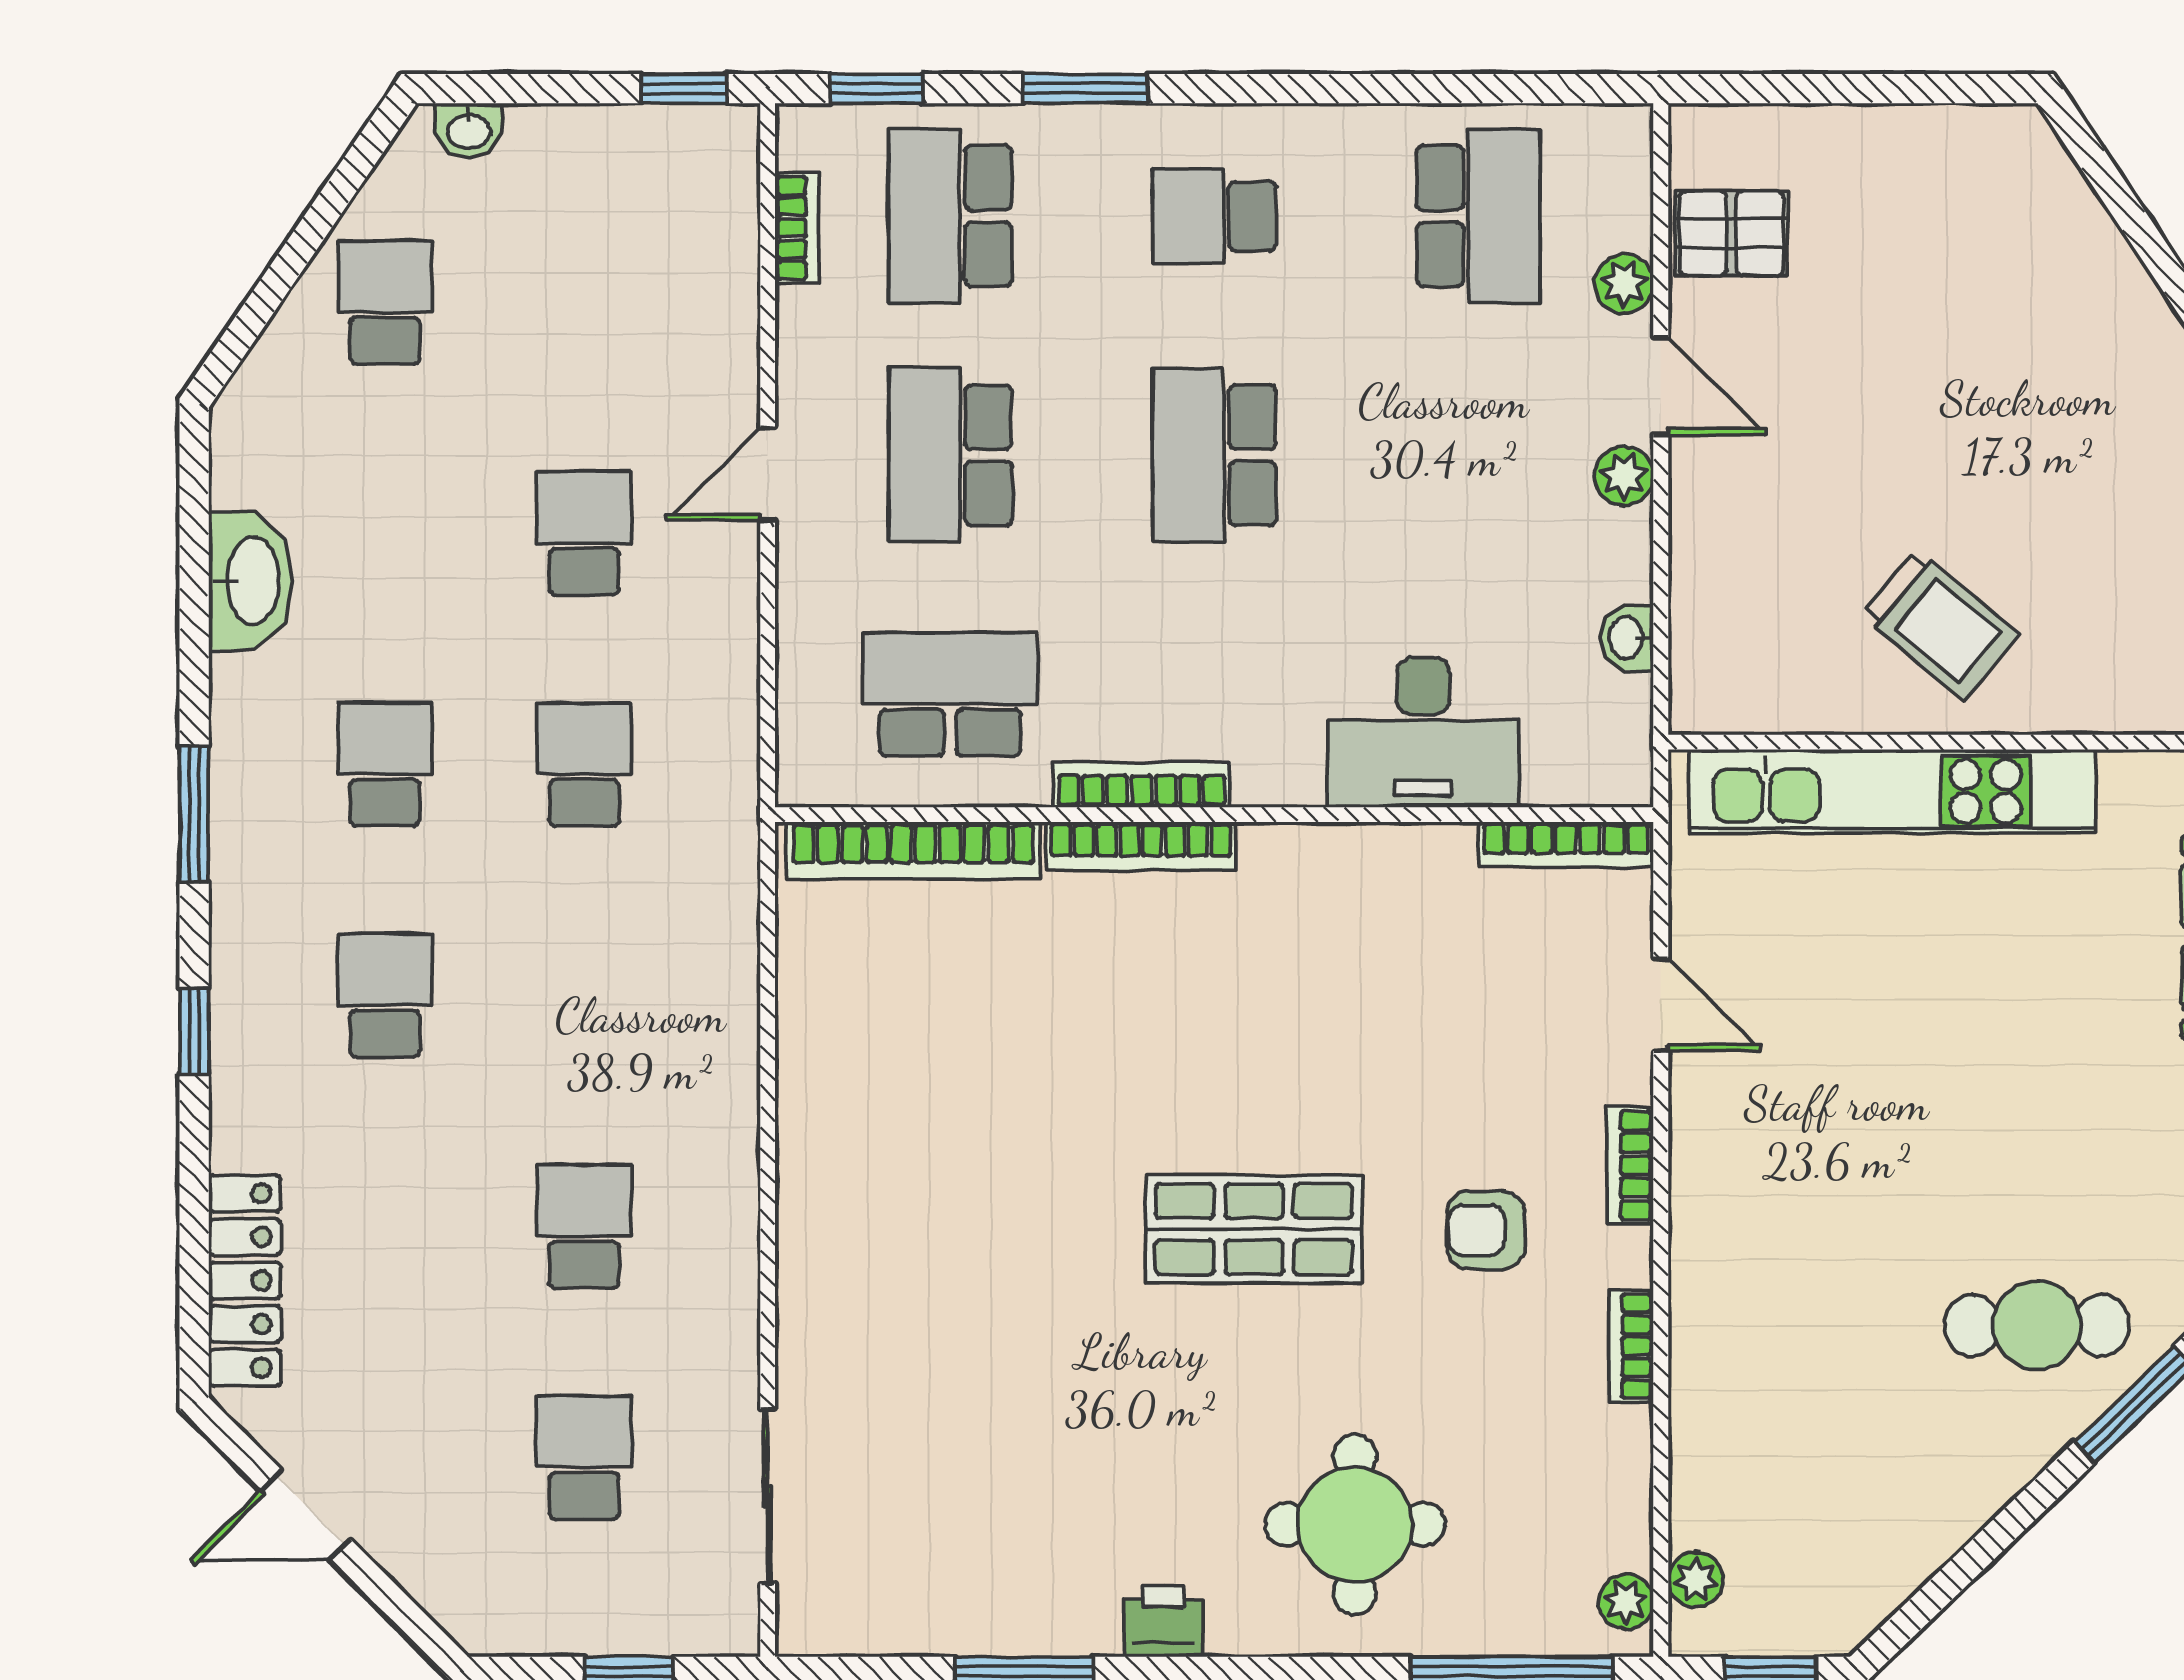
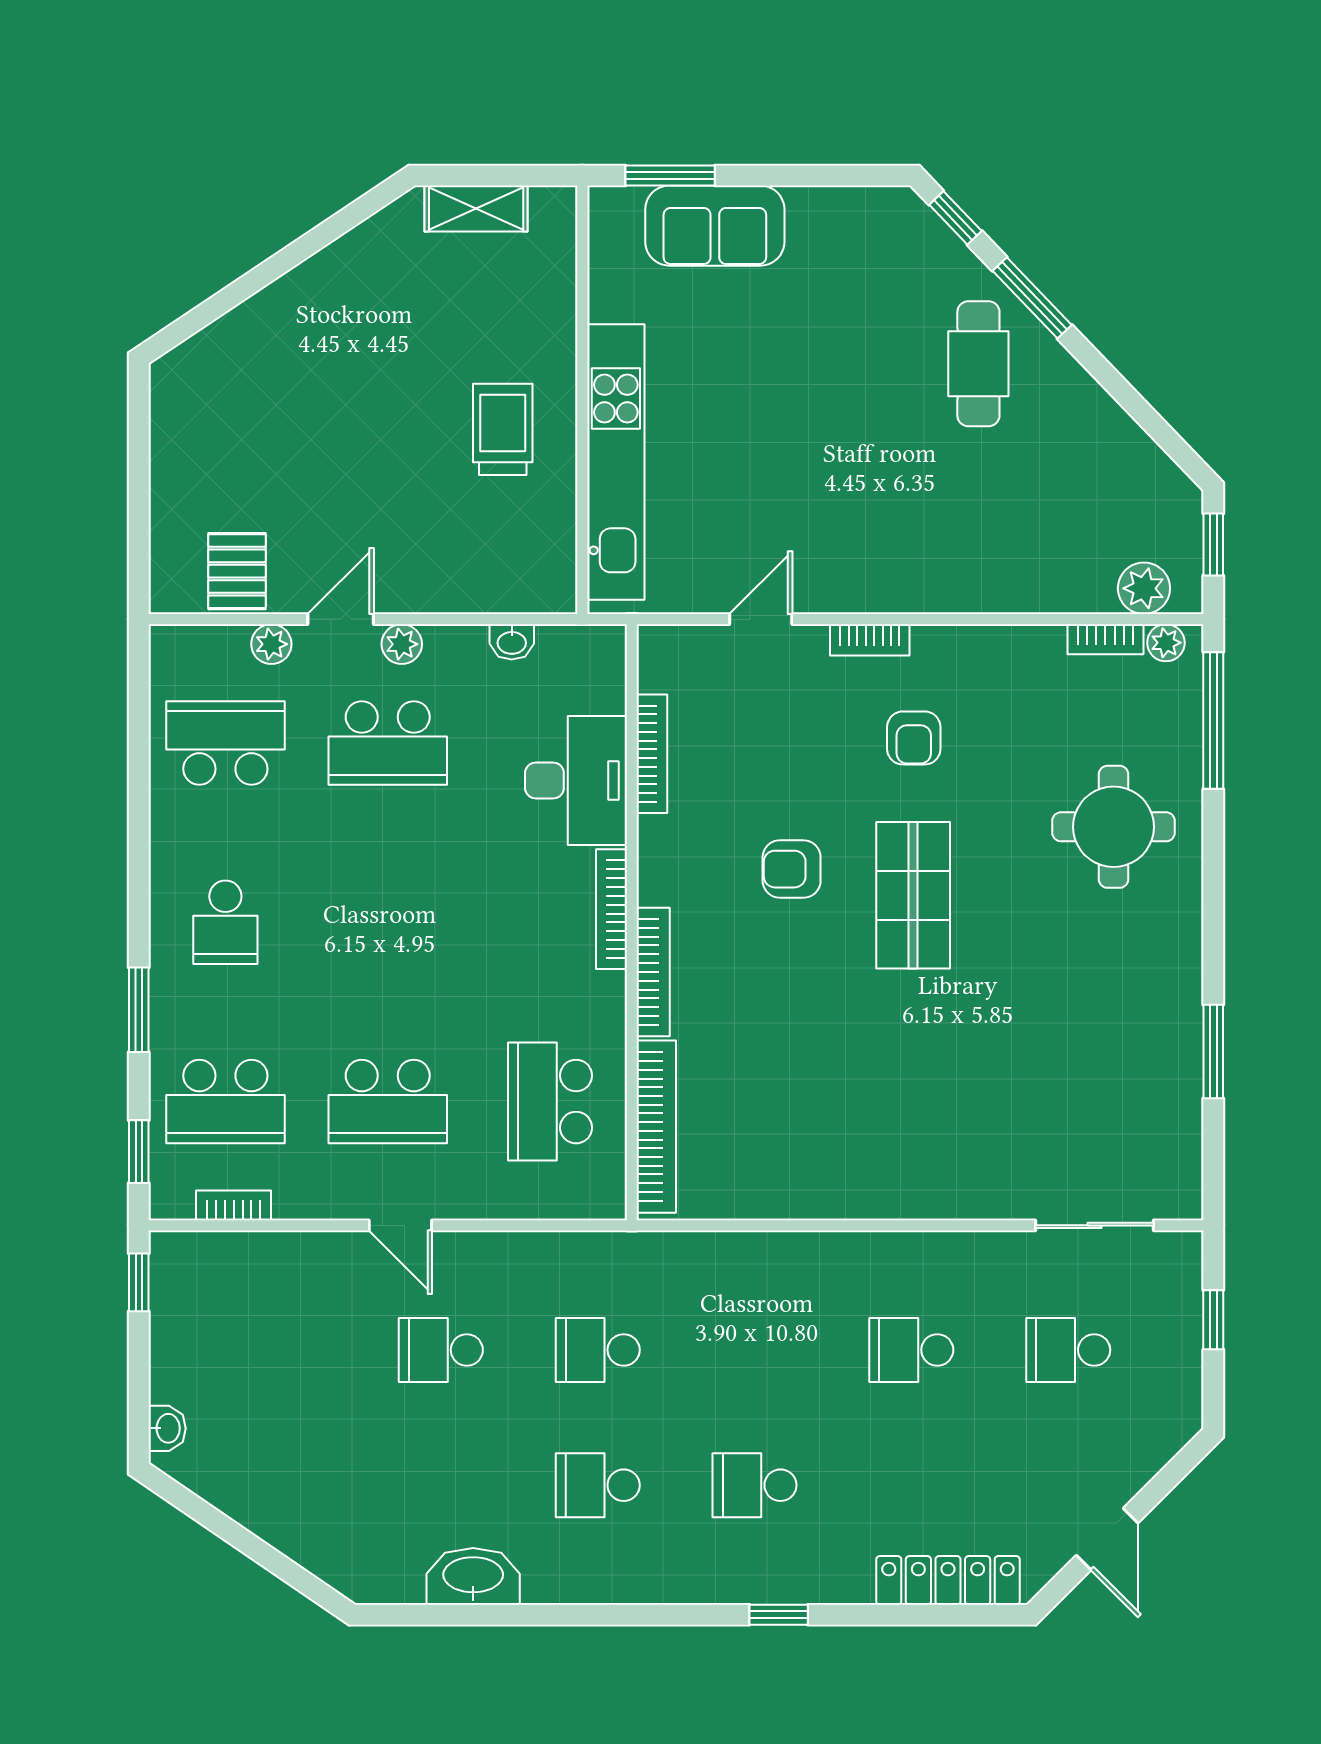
school desk: (385, 302) -> (284, 1485), removed
school desk: (1214, 455) -> (388, 743), moved
trolley: (1940, 625) -> (503, 429), turned -40
bookcase: (1141, 785) -> (611, 909), moved
window: (194, 814) -> (631, 1615), removed
bookcase: (1566, 844) -> (652, 754), moved
armchair: (1293, 1050) -> (792, 869), added
bookcase: (1631, 1346) -> (1105, 639), moved
plant: (1696, 1580) -> (1144, 588), width x1.38, depth x1.38
printer: (1163, 1621) -> (1179, 957), removed

